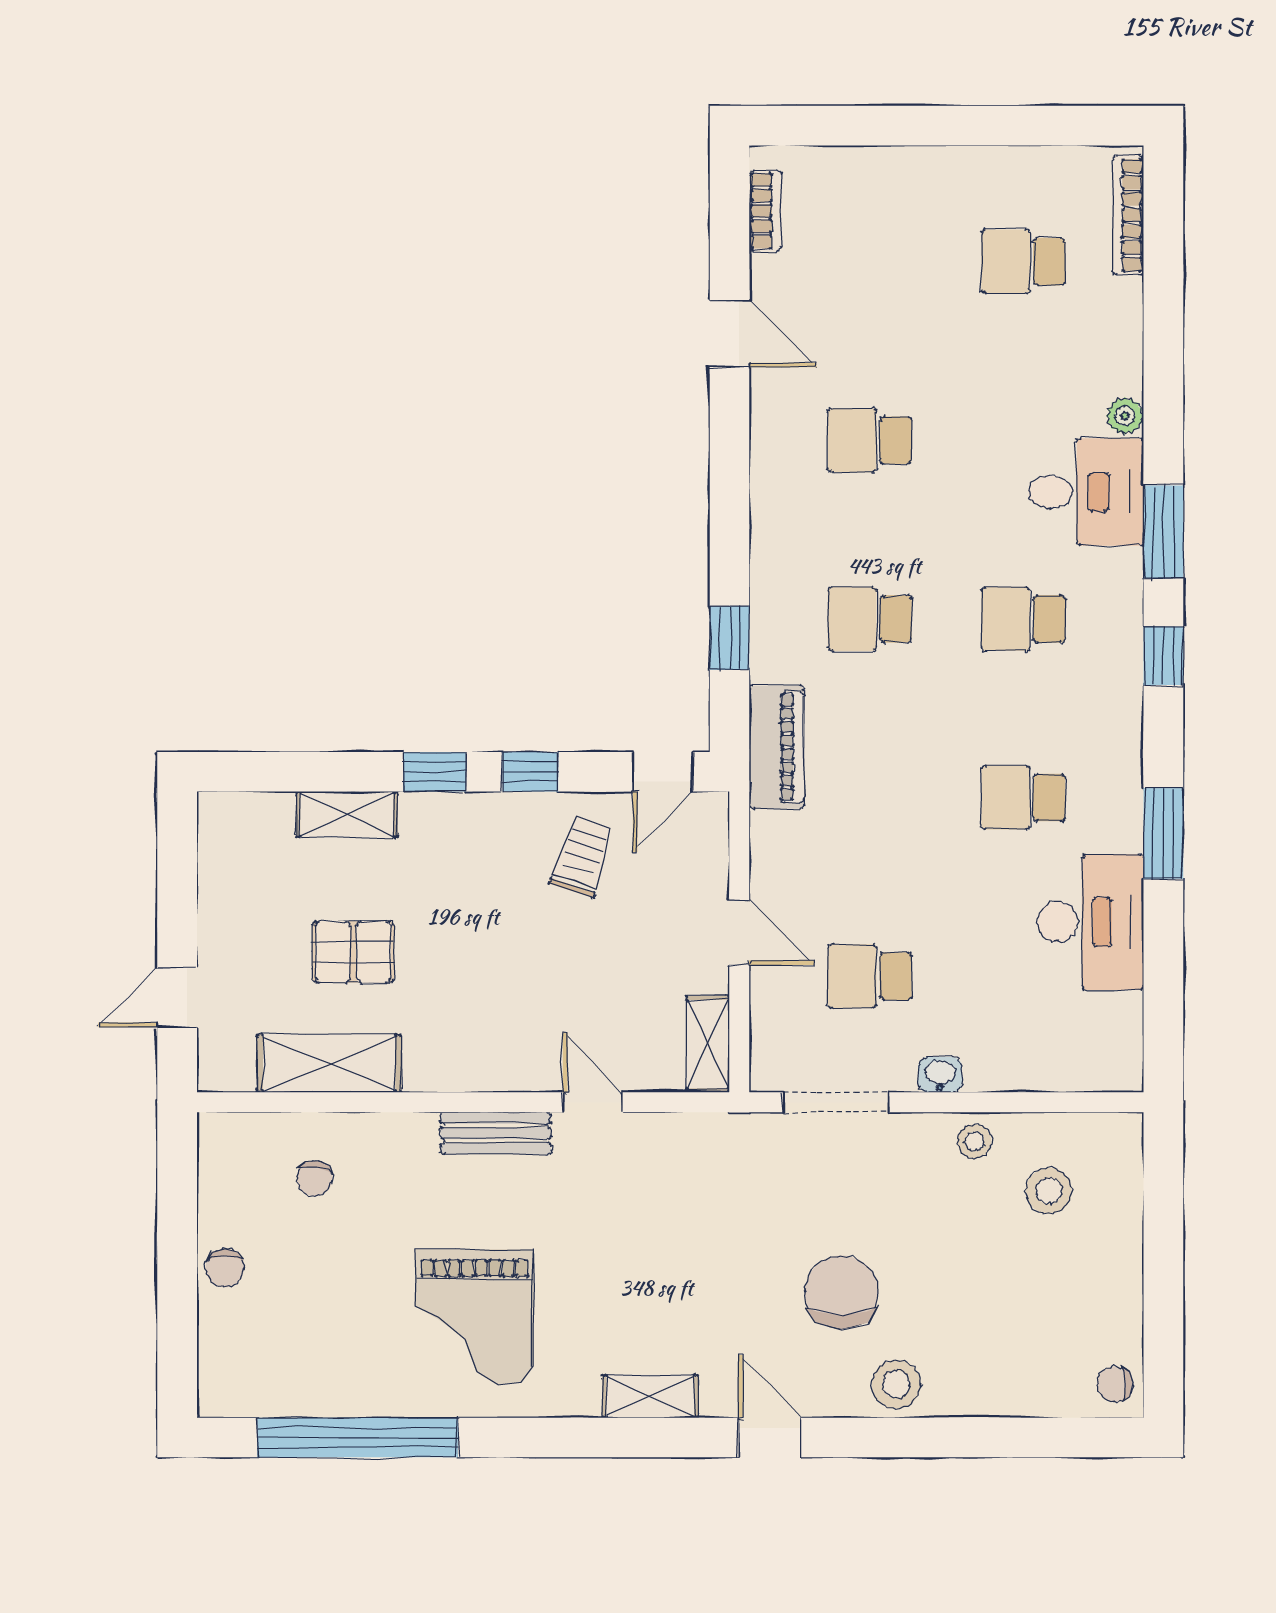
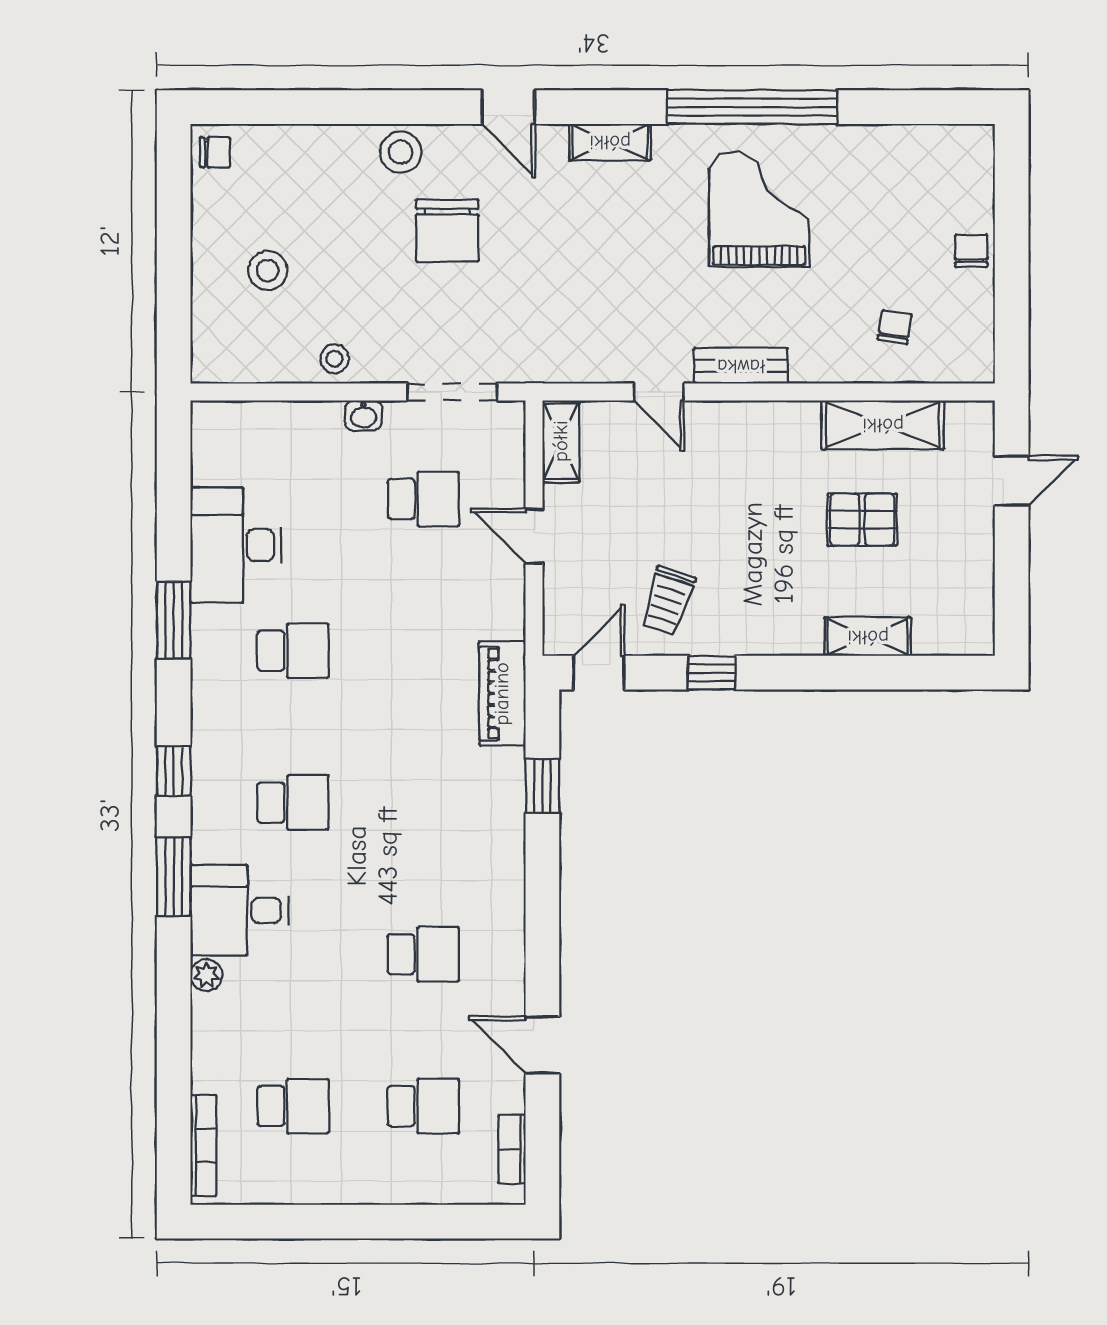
school desk: (870, 619) -> (423, 1106), moved
window: (435, 772) -> (793, 673), removed
stool: (1049, 1191) -> (268, 270), moved
window: (358, 1437) -> (752, 107), moved

